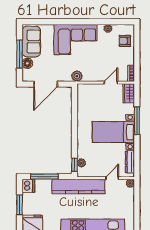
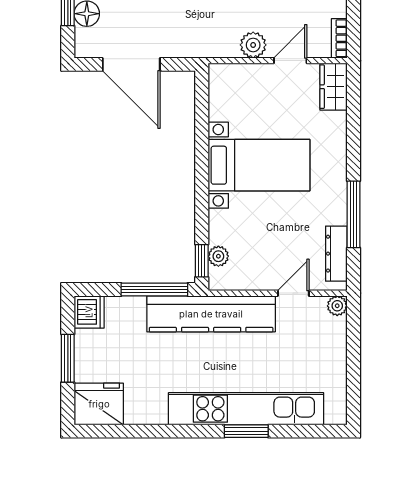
plant: (77, 76) -> (253, 45), moved
door: (46, 84) -> (131, 64), hinge flipped
window: (137, 121) -> (354, 214), moved
bed with nightstands: (113, 132) -> (259, 165), moved, turned 180
window: (44, 177) -> (154, 289), moved

